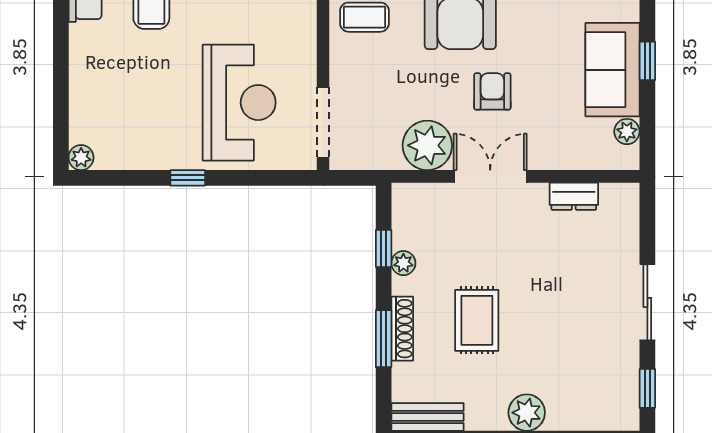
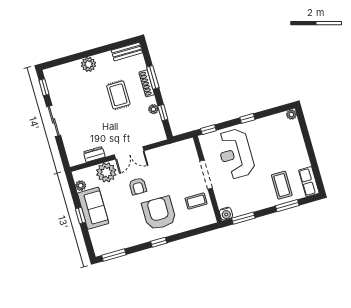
doorway: (323, 123) -> (206, 174), moved
plant: (427, 145) -> (106, 172), moved
window: (287, 178) -> (208, 130), added

